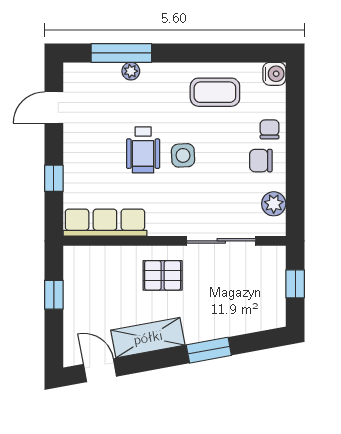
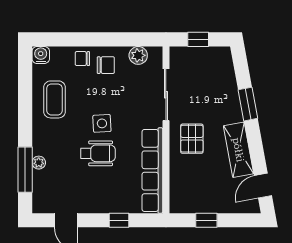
chair: (261, 161) -> (106, 65), turned -90
row of seats: (105, 223) -> (152, 170), width x1.36

